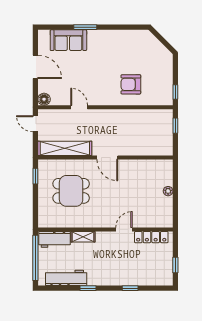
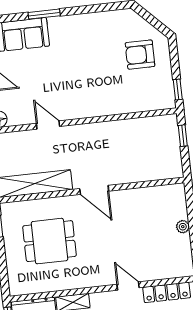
armchair: (131, 84) -> (140, 55), moved
door: (124, 229) -> (128, 286), hinge flipped

